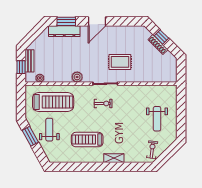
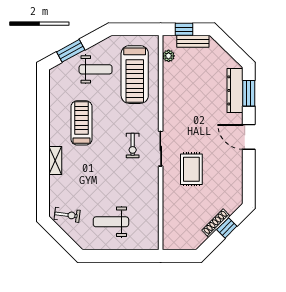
plant: (77, 77) -> (170, 109), removed
window: (30, 136) -> (71, 51), moved

